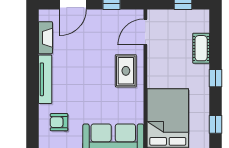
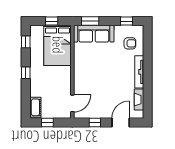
cot: (201, 48) -> (35, 107), moved
rug: (126, 71) -> (85, 78), removed

